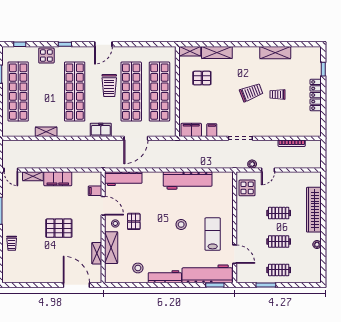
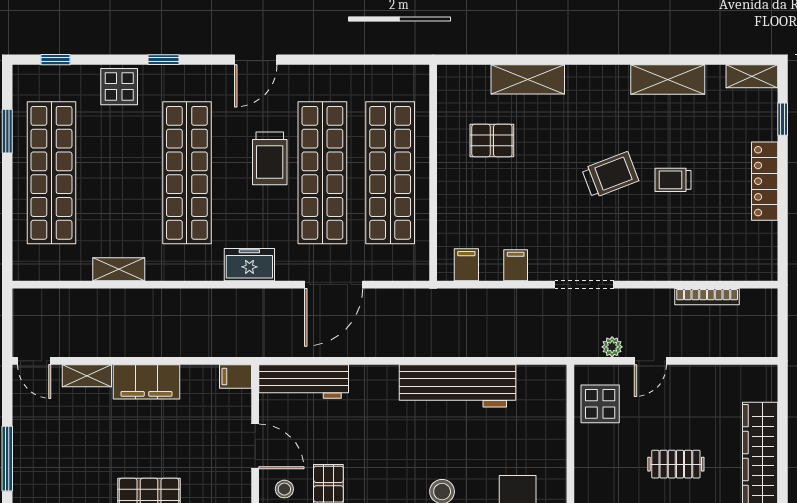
shelving: (190, 51) -> (752, 76), moved
filing cabinet: (191, 130) -> (466, 265), width x0.50
filing cabinet: (95, 191) -> (235, 377), moved

